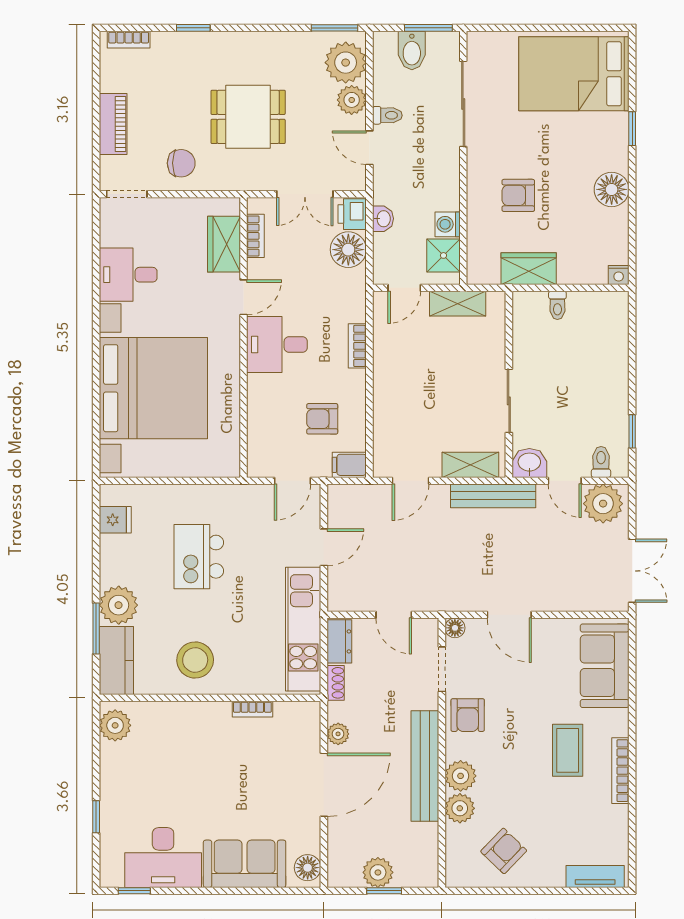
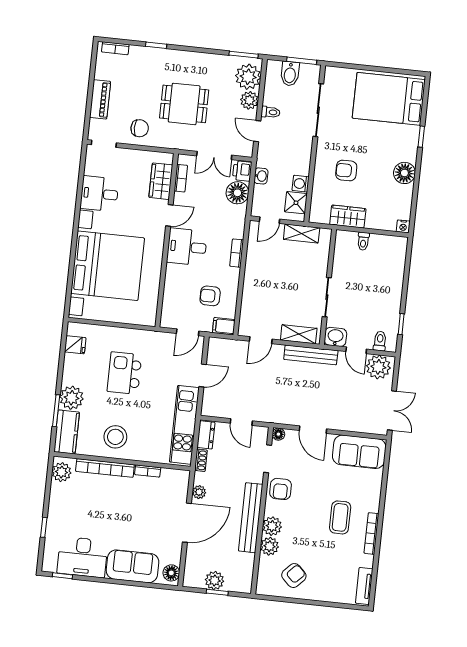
sofa: (605, 666) -> (359, 452), moved, turned -90
bookcase: (184, 712) -> (105, 468), added
tv unit: (595, 876) -> (364, 586), moved, turned -90

